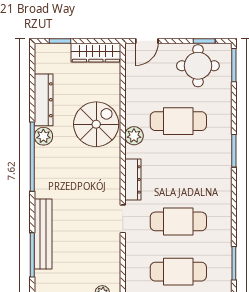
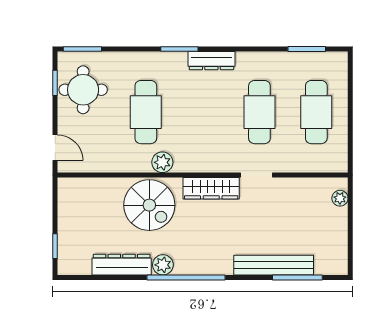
wardrobe: (96, 53) -> (211, 188), moved, turned 90
spiral stairs: (96, 124) -> (149, 205), turned 180
dresser: (133, 179) -> (211, 61), moved, turned 180

